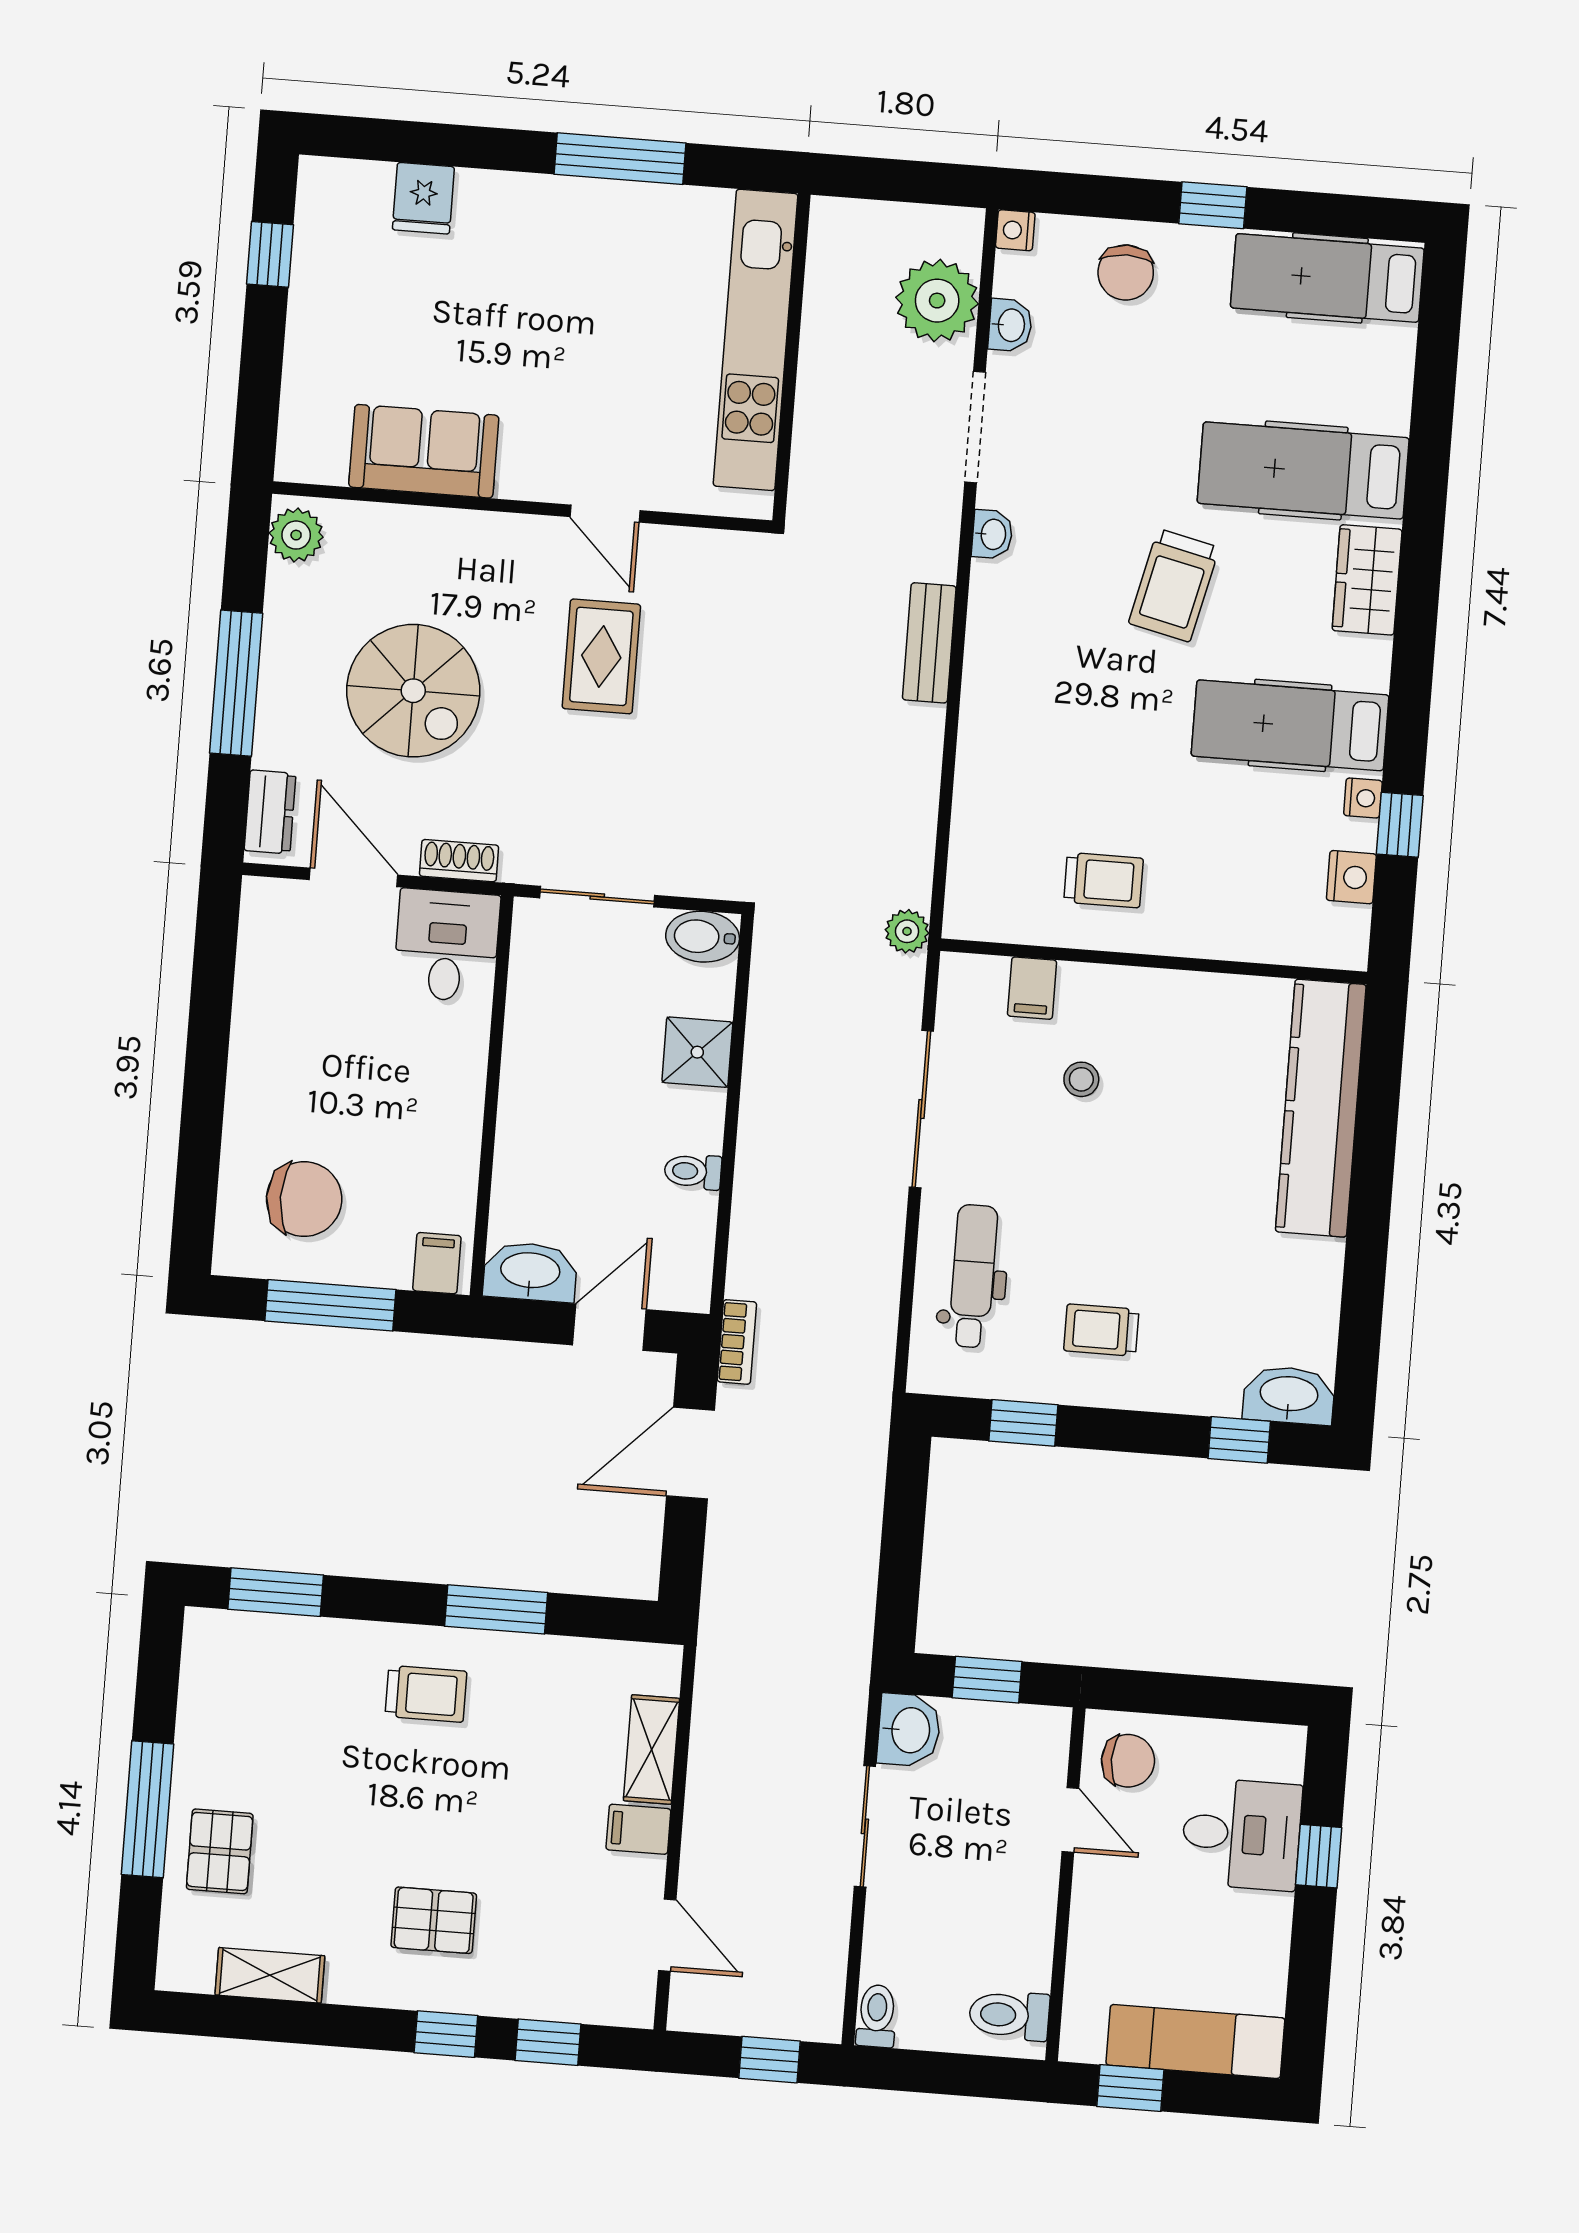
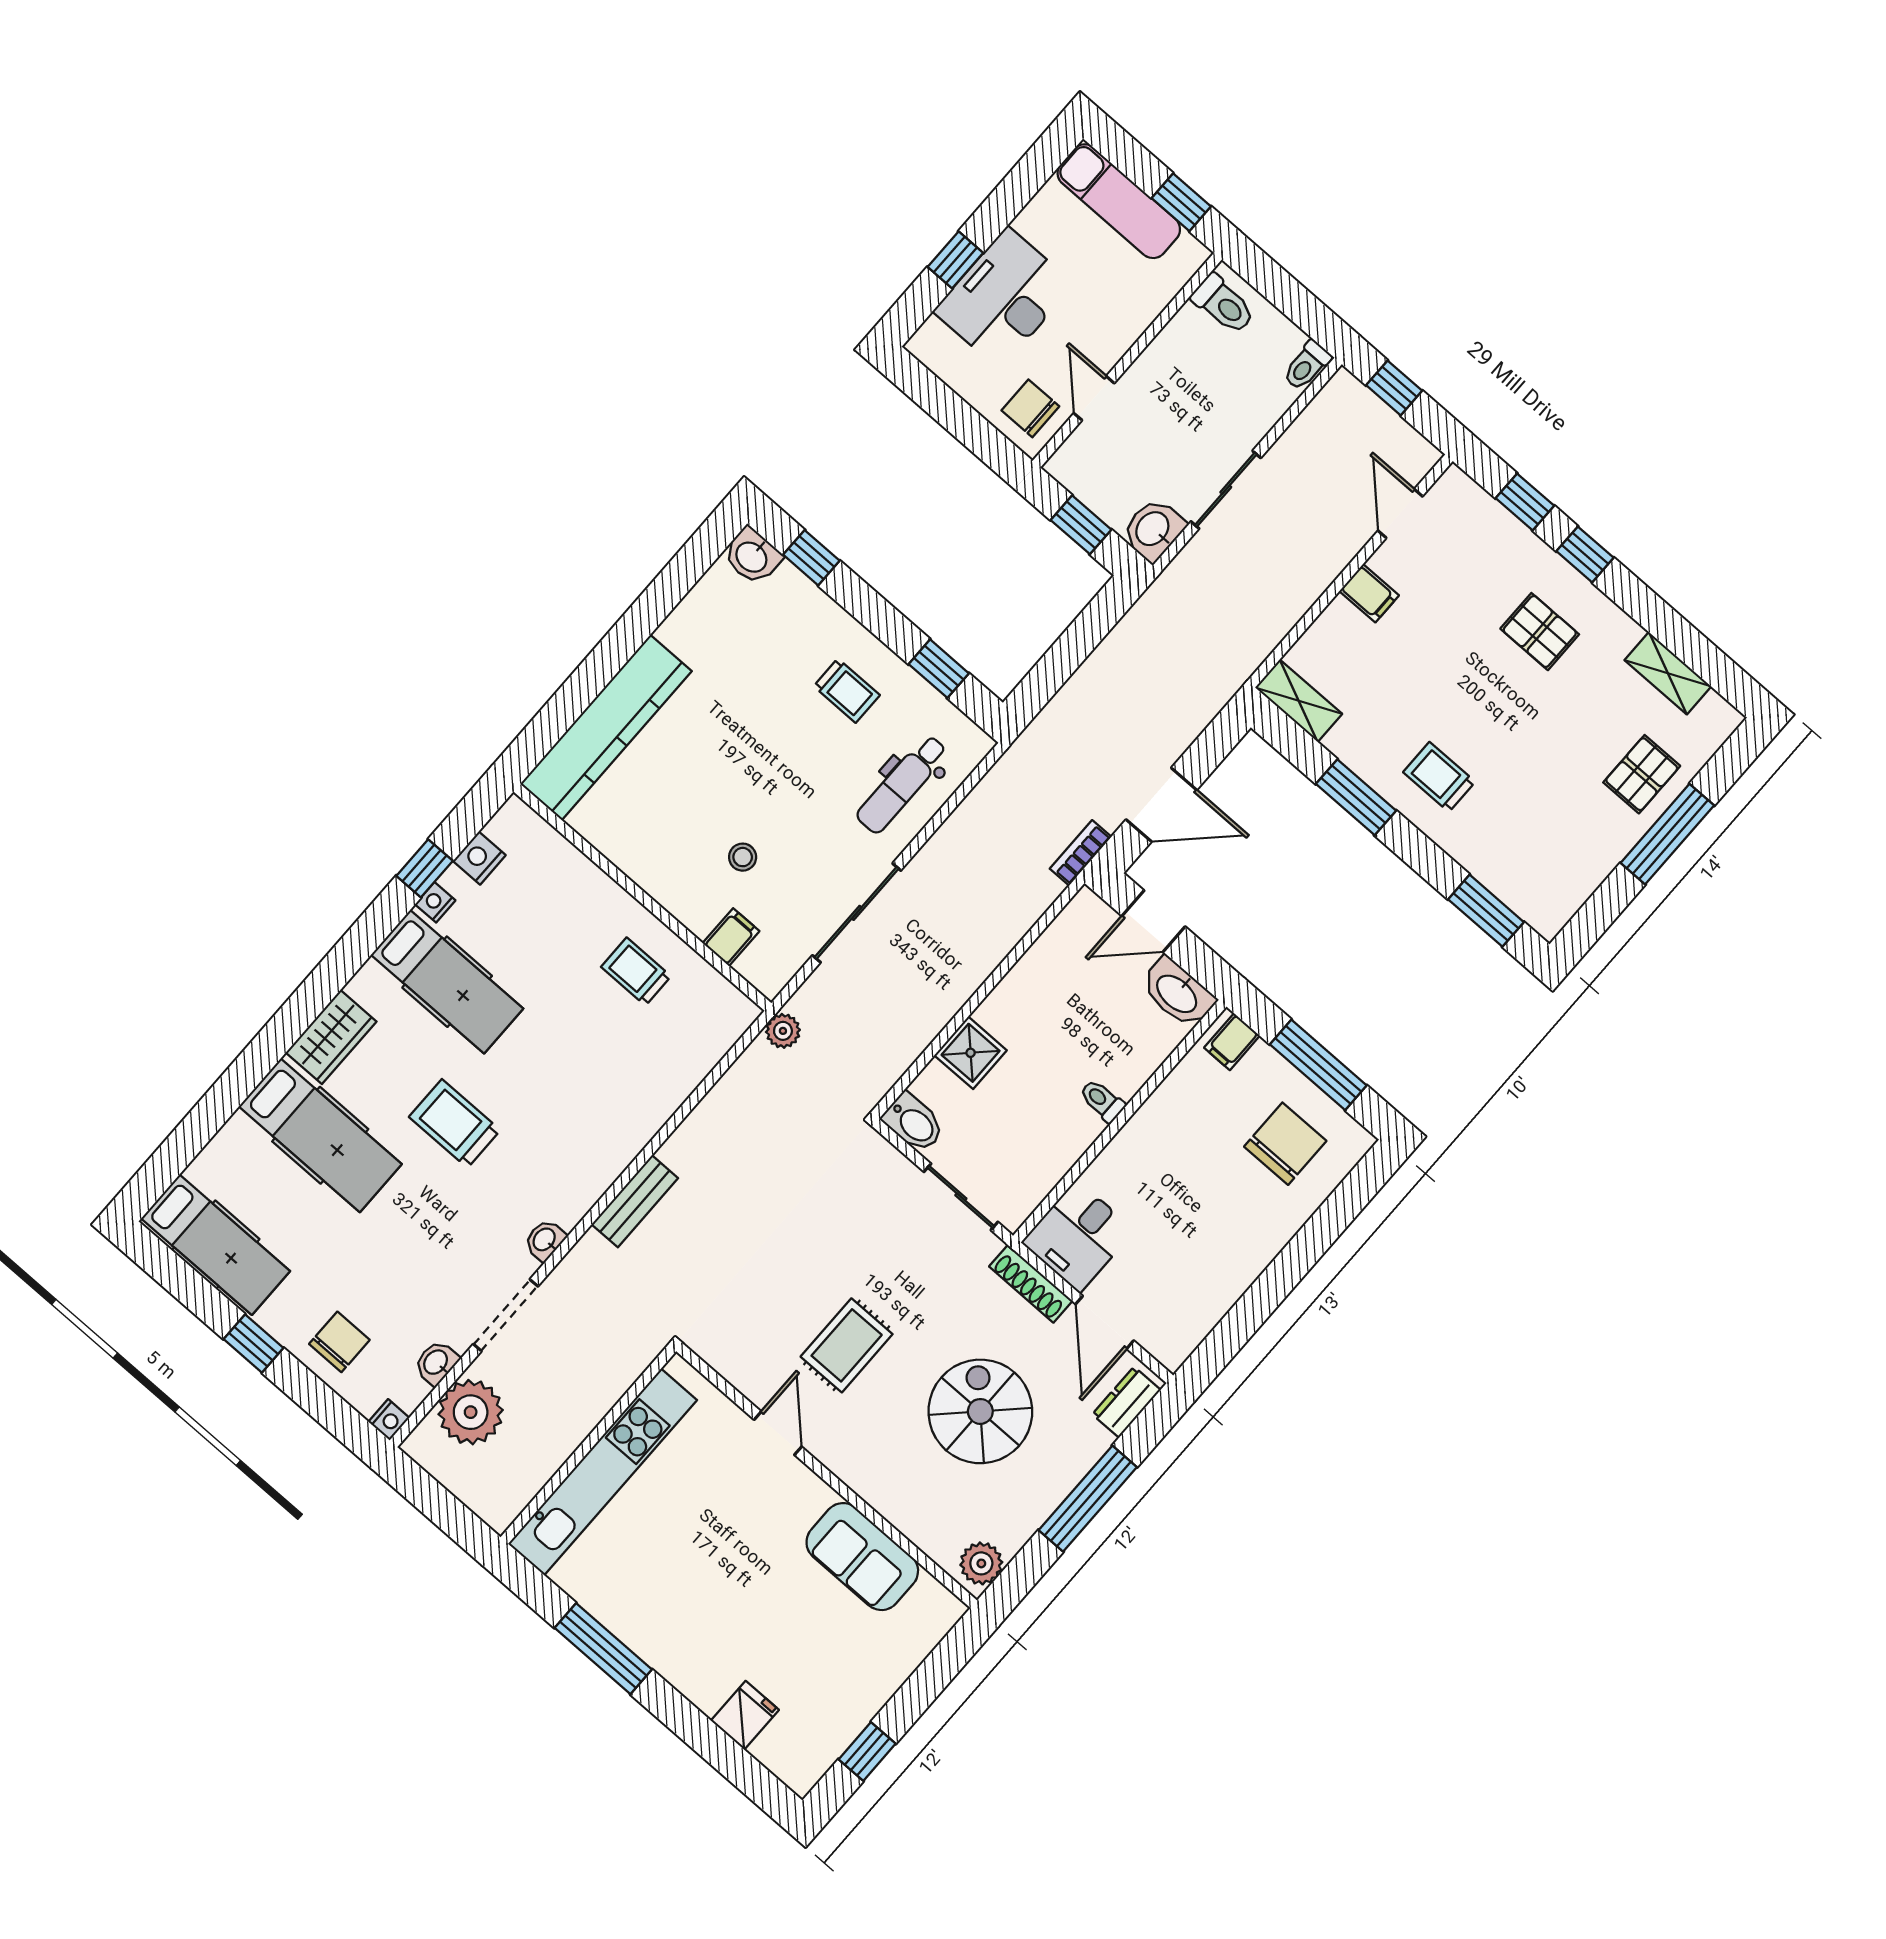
trolley: (1174, 585) -> (455, 1124), turned -103
shoe rack: (459, 861) -> (1031, 1284), width x1.43
toilet: (693, 1171) -> (1102, 1101), moved, turned 180
chair: (304, 1199) -> (1285, 1144), turned 90
washbasin: (1289, 1395) -> (752, 556), width x0.72
shelving: (651, 1750) -> (1299, 701), moved, turned 90
desk: (1241, 1834) -> (1004, 298), width x1.37

